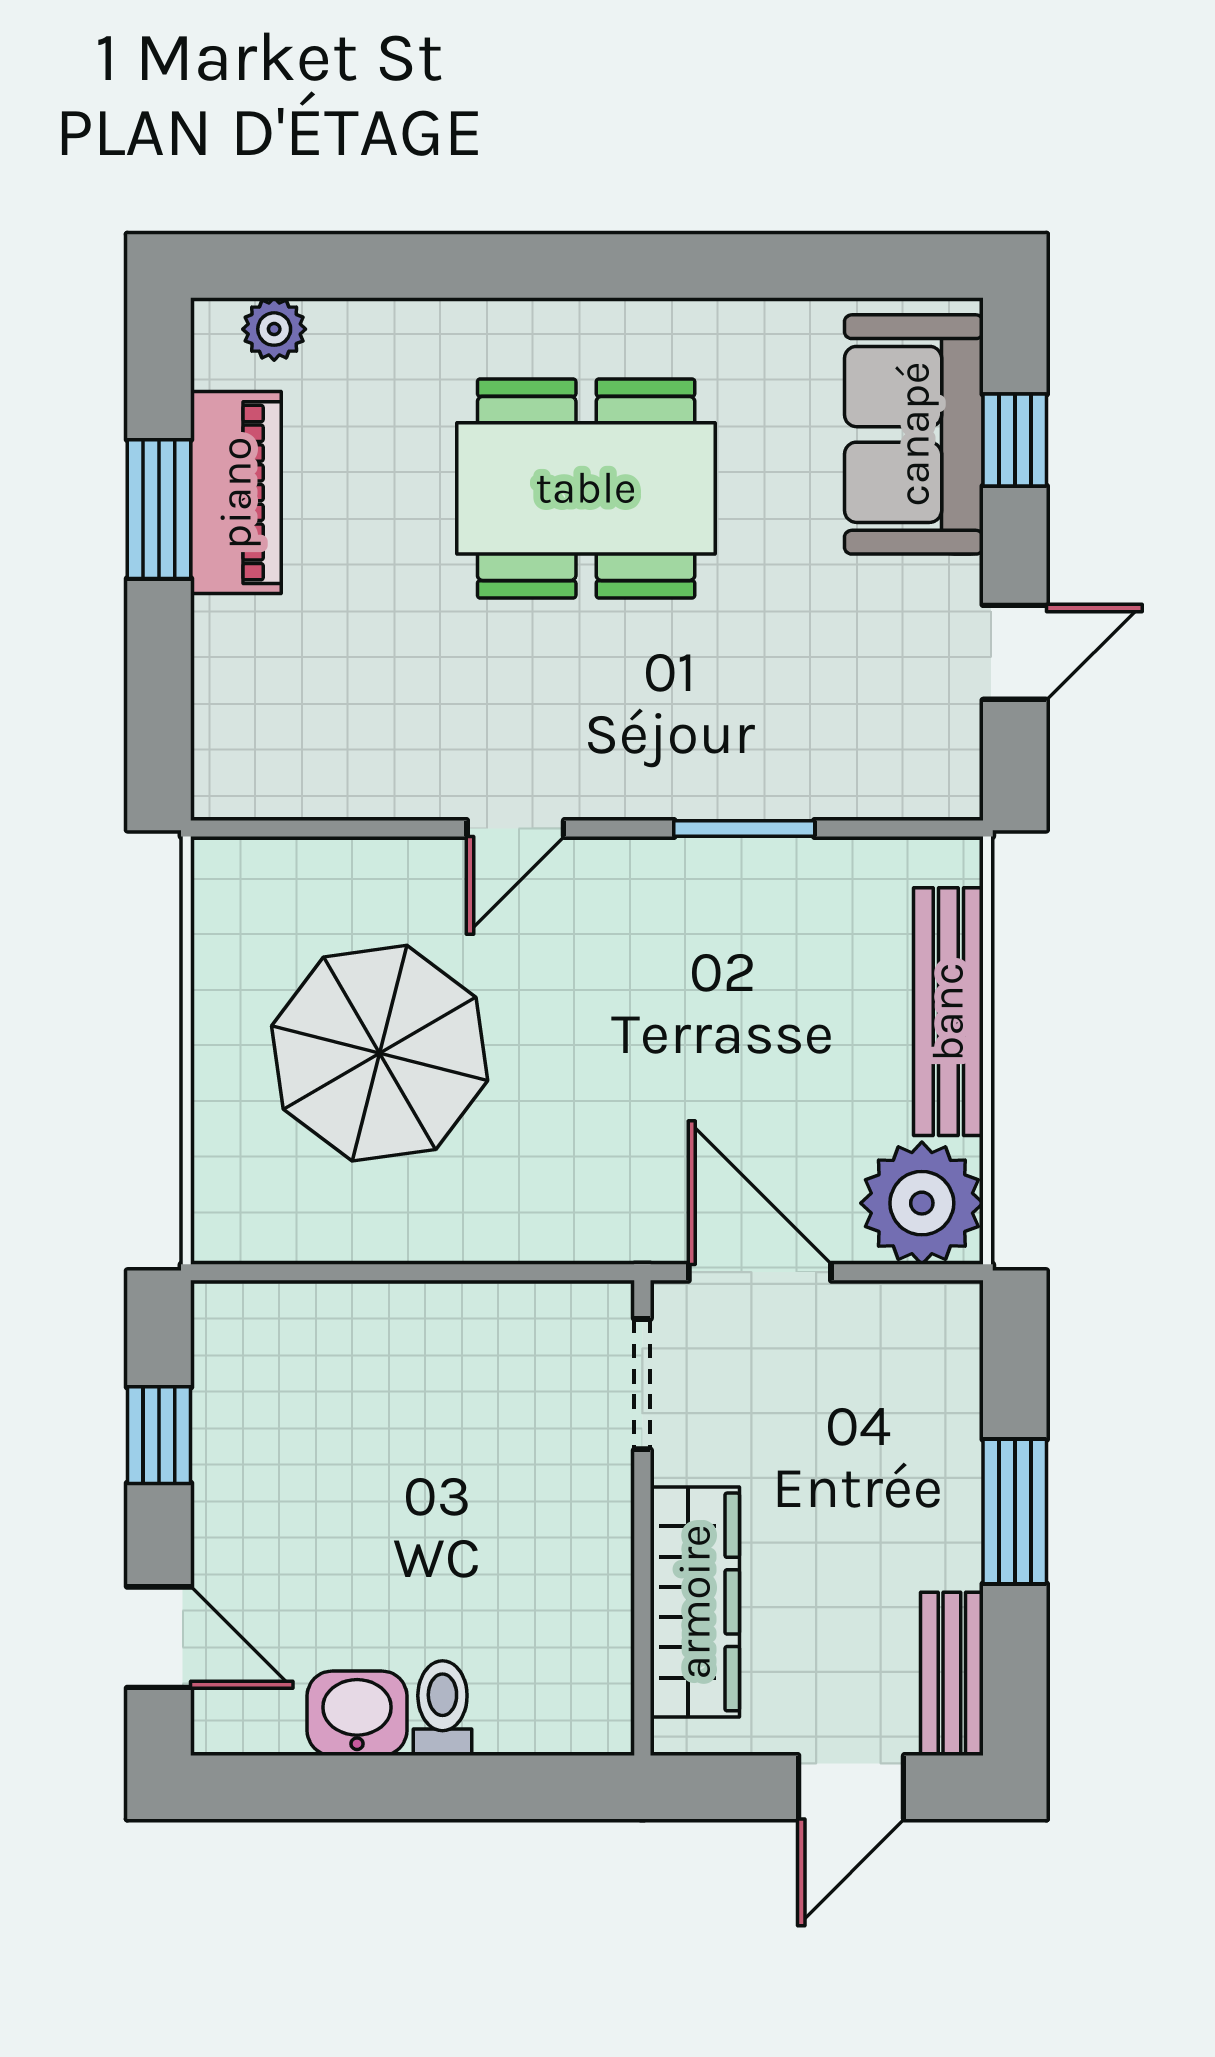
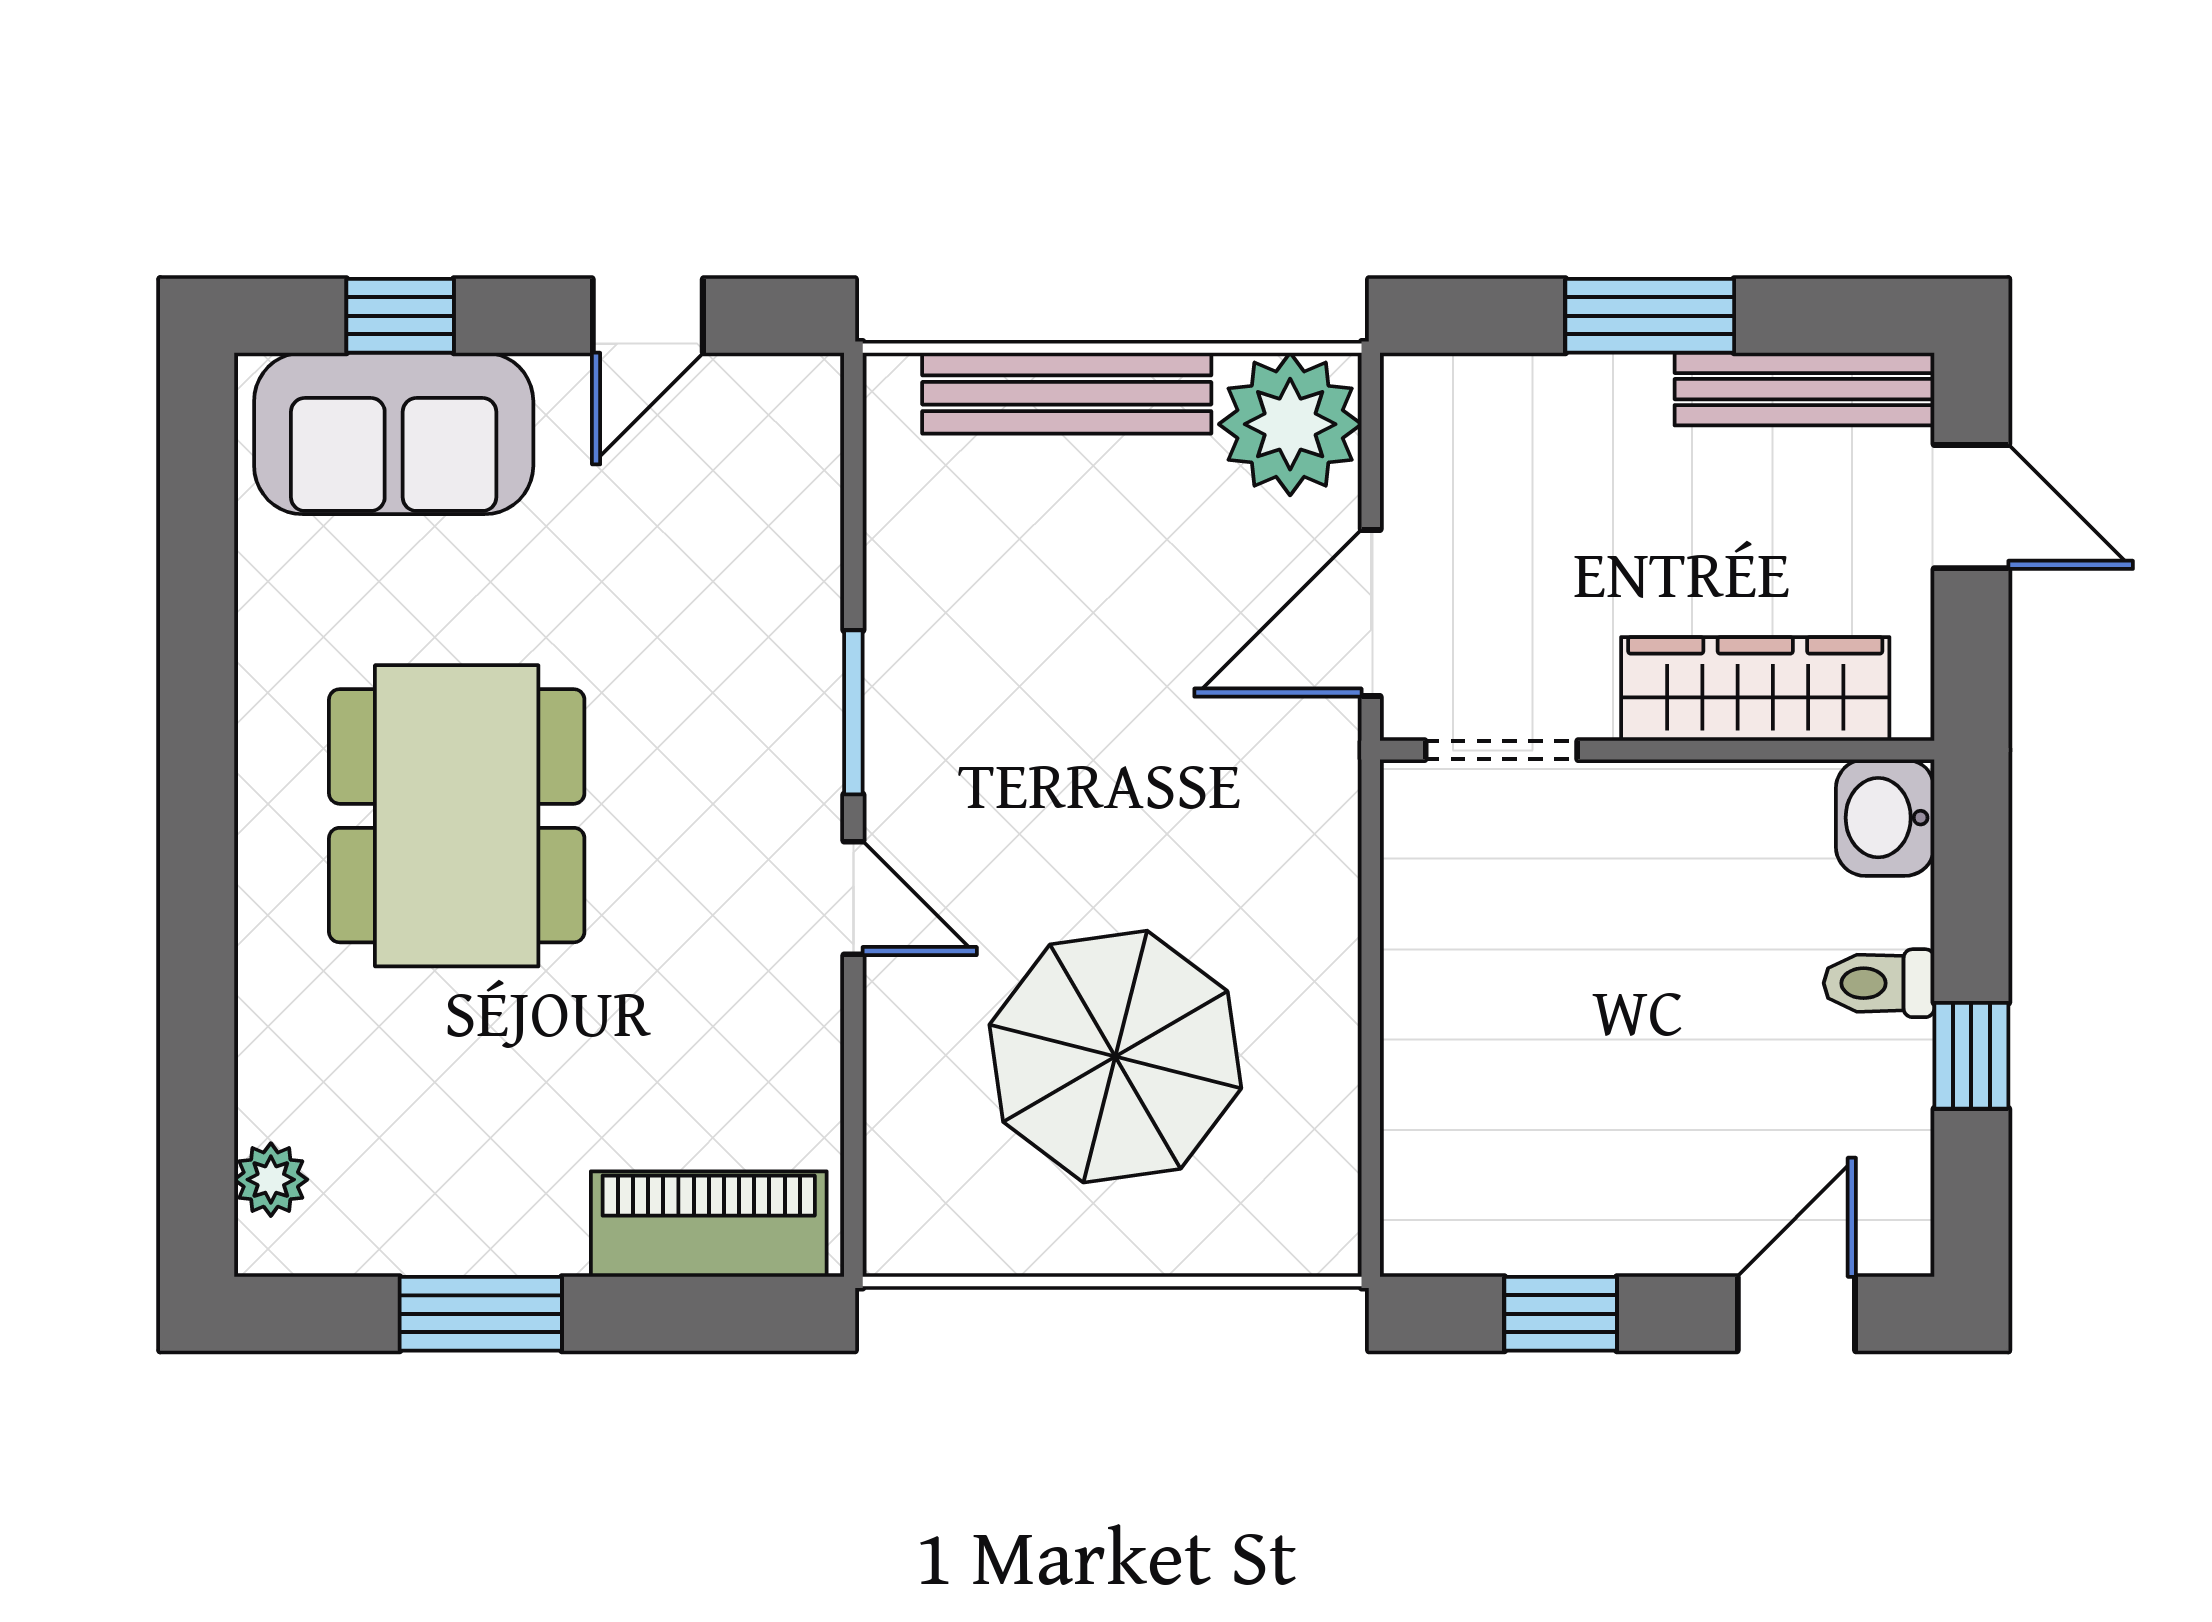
piano: (236, 493) -> (709, 1224), moved
door: (1015, 652) -> (648, 316), swing flipped
window: (744, 829) -> (853, 712), moved
bench: (952, 1674) -> (1805, 389), width x1.36
washbasin: (357, 1713) -> (1885, 818), moved
window: (380, 1787) -> (1971, 1056), added

